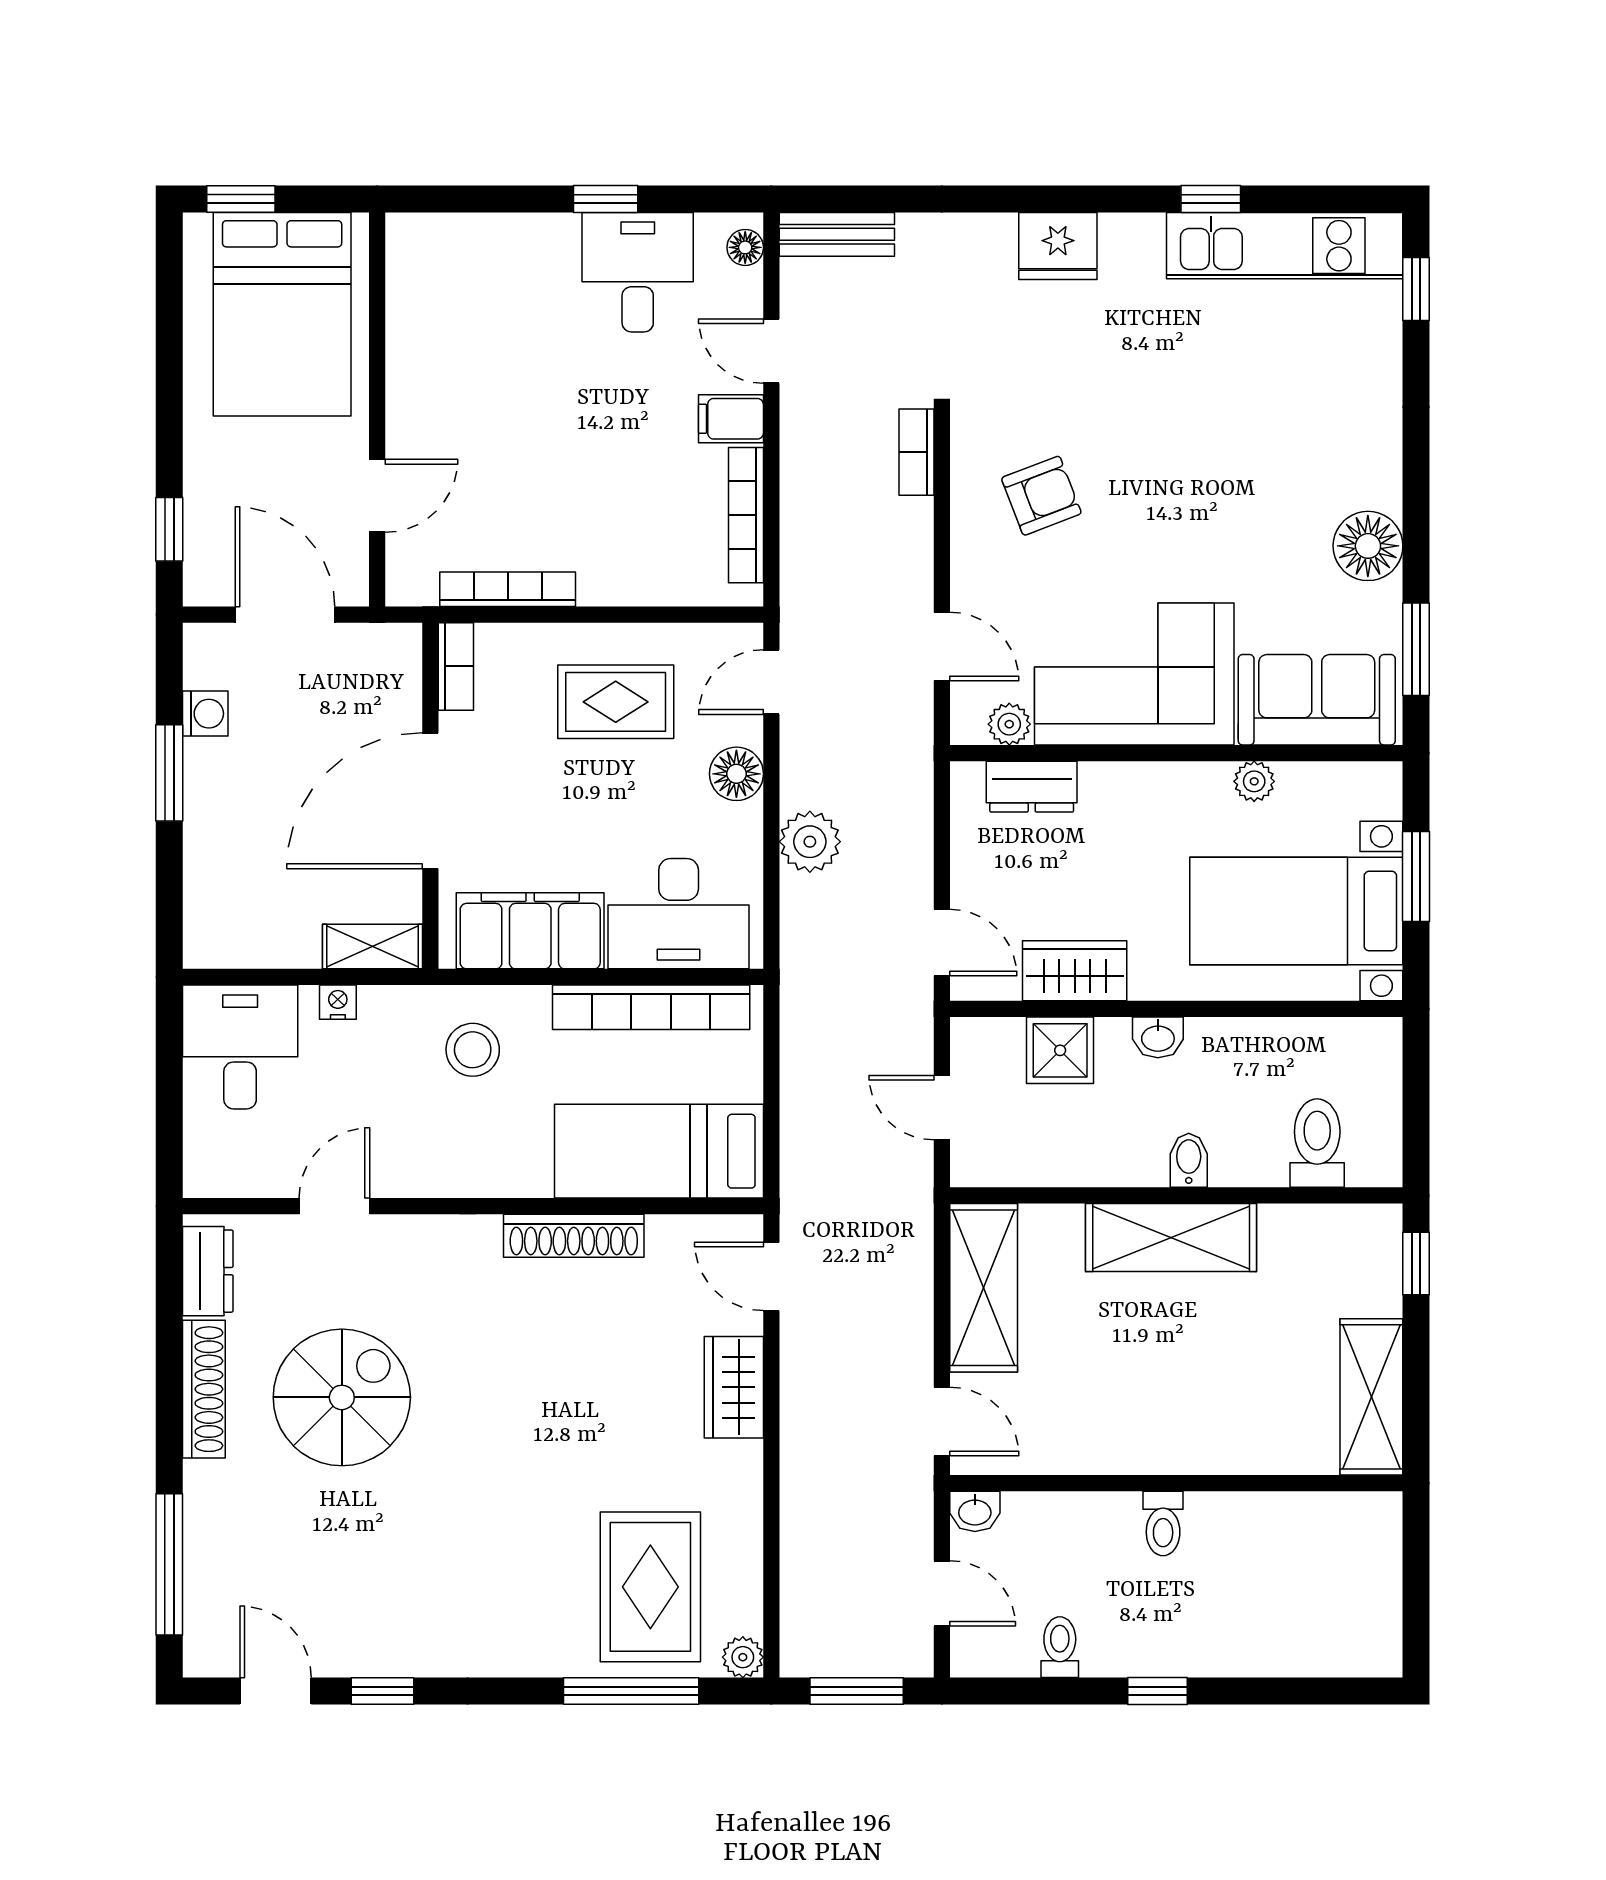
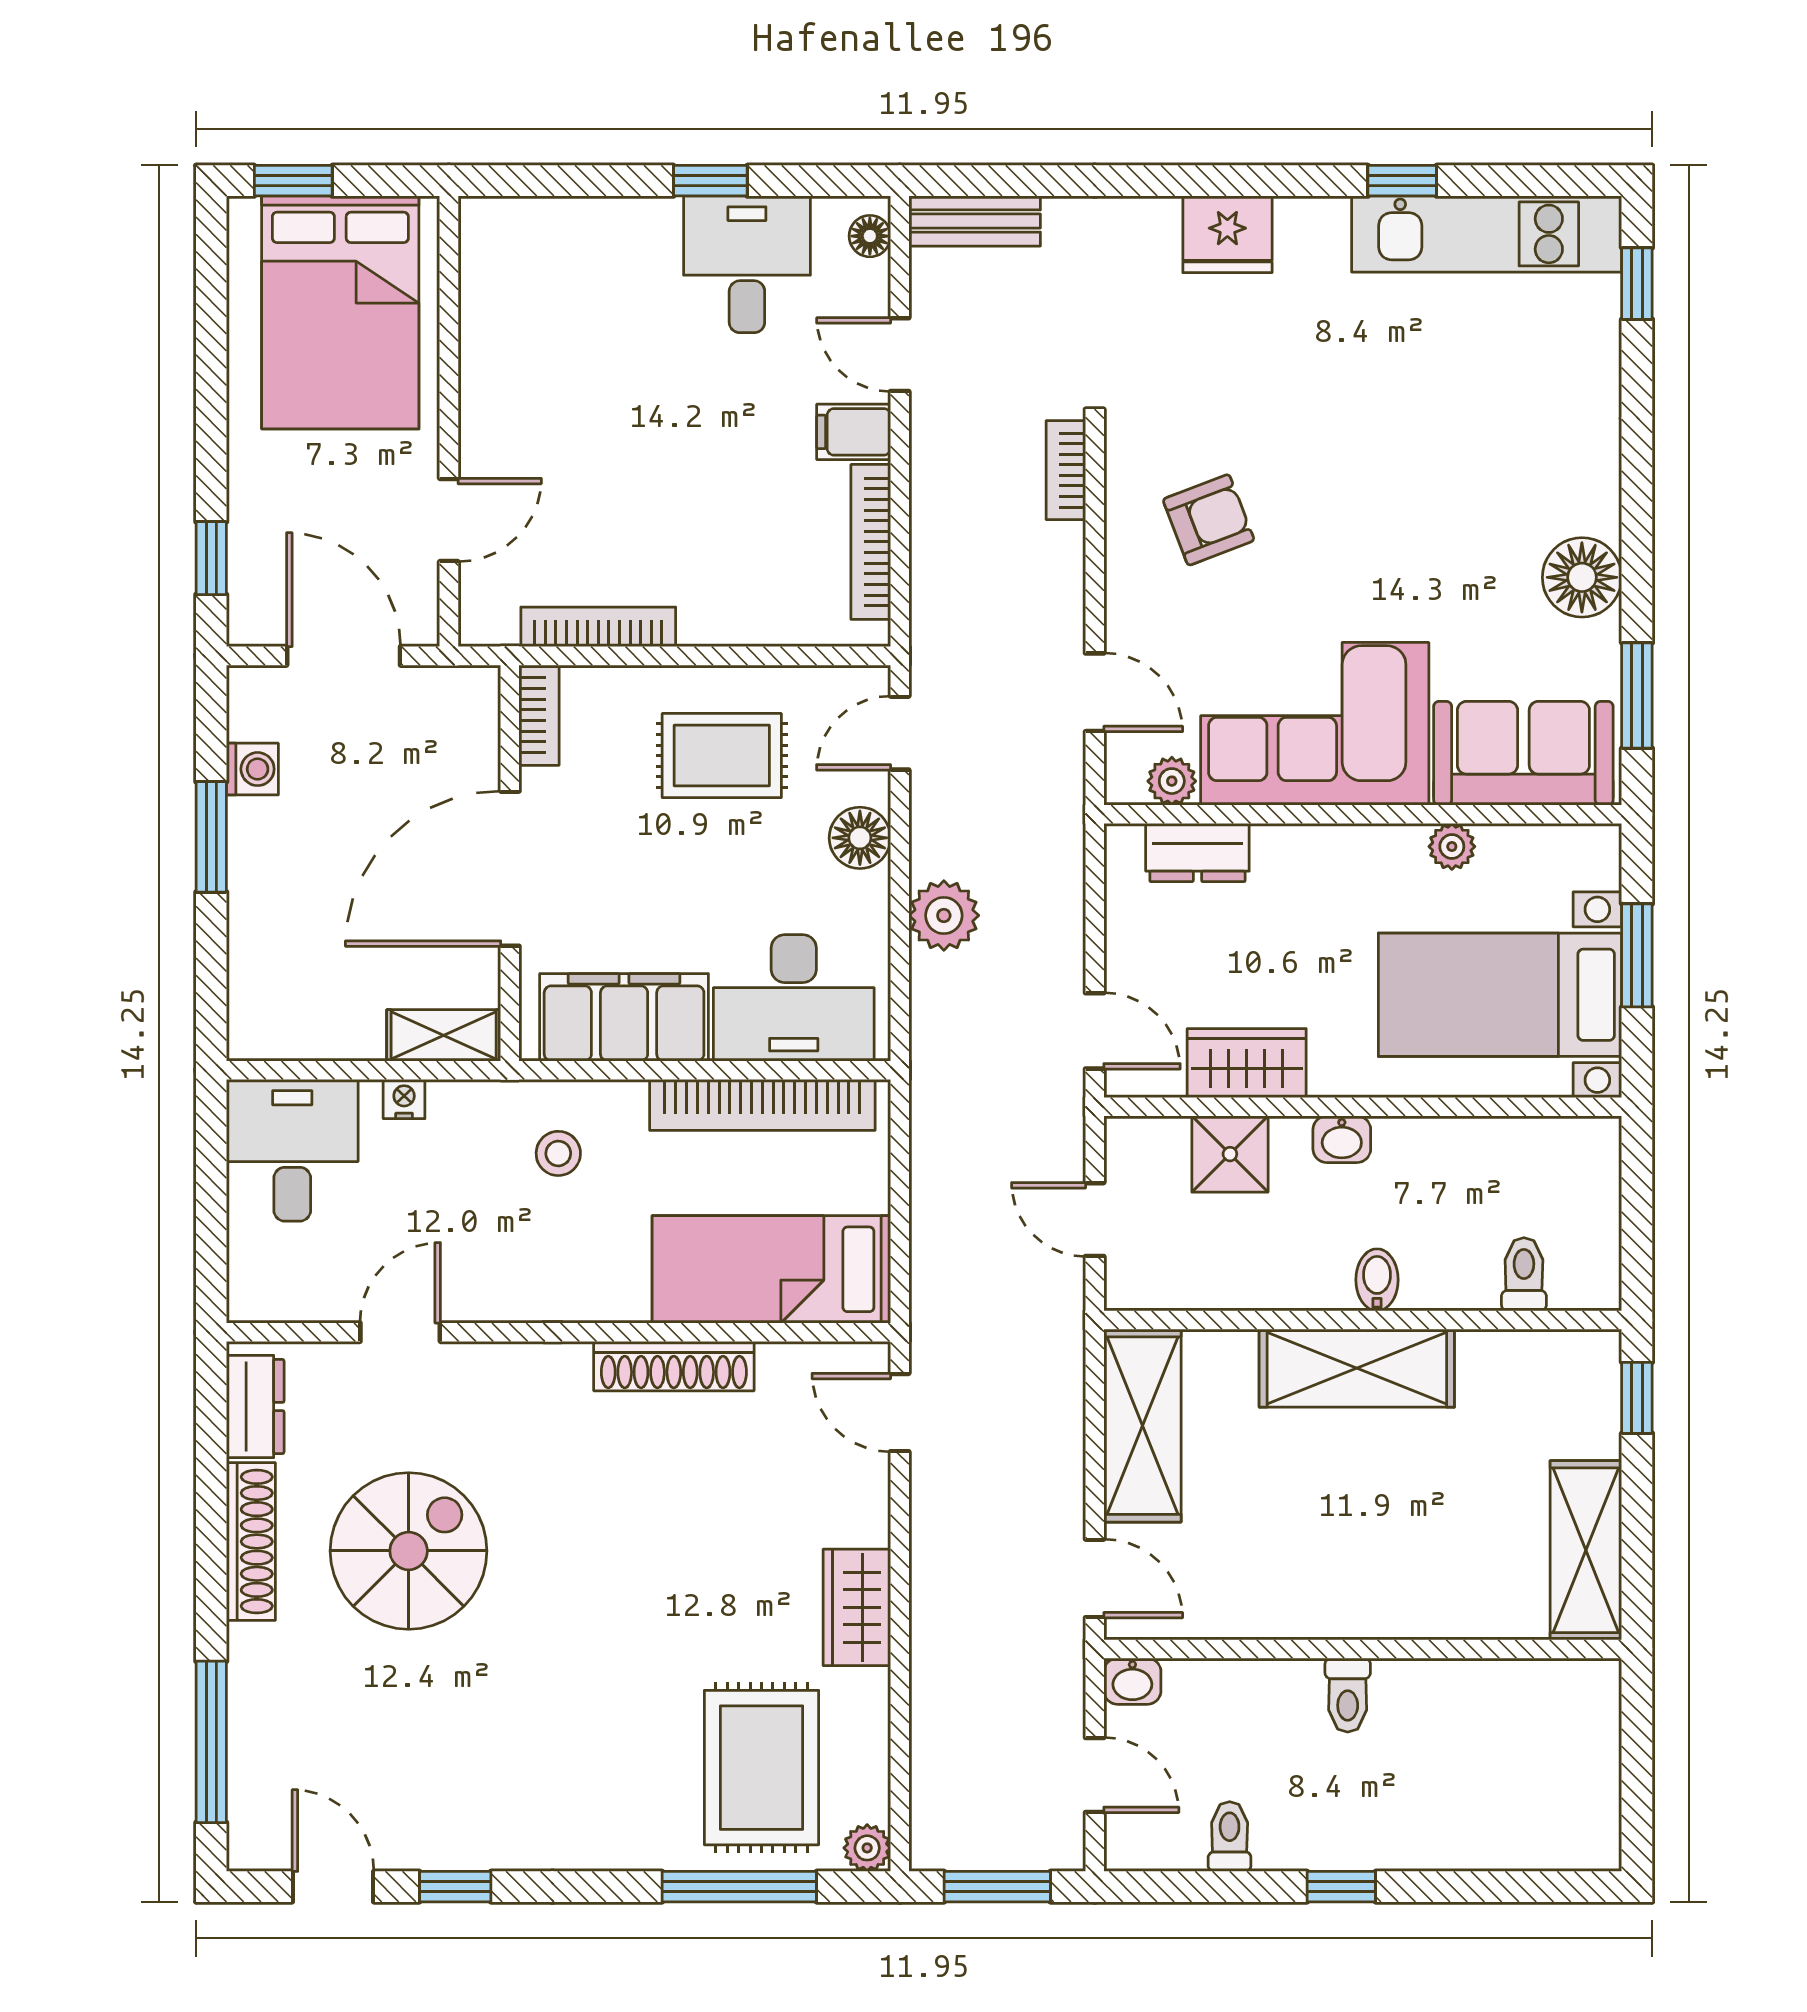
stool: (473, 1050) -> (558, 1153), width x0.73, depth x0.73
toilet: (1317, 1143) -> (1524, 1274), width x0.73, depth x0.72
wardrobe: (734, 1387) -> (857, 1607), moved

